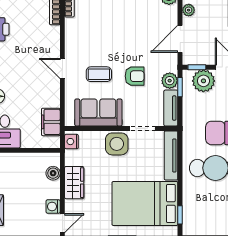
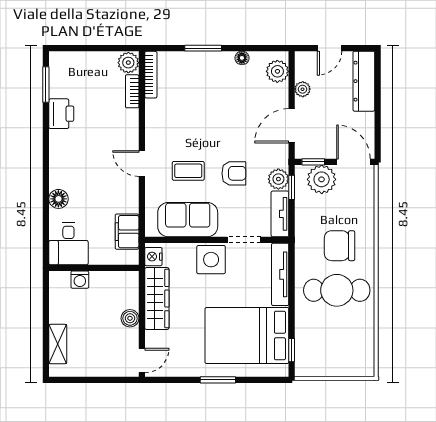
boiler: (53, 173) -> (130, 318), moved
wardrobe: (74, 183) -> (157, 299), width x1.50
washing machine: (53, 206) -> (80, 280), moved, turned -90

